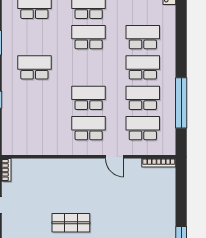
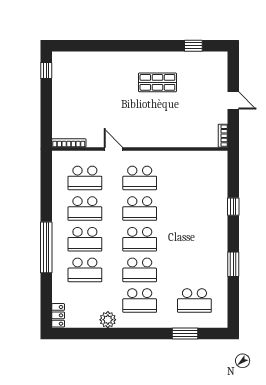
school desk: (34, 67) -> (140, 239), moved
window: (181, 103) -> (46, 247), moved

